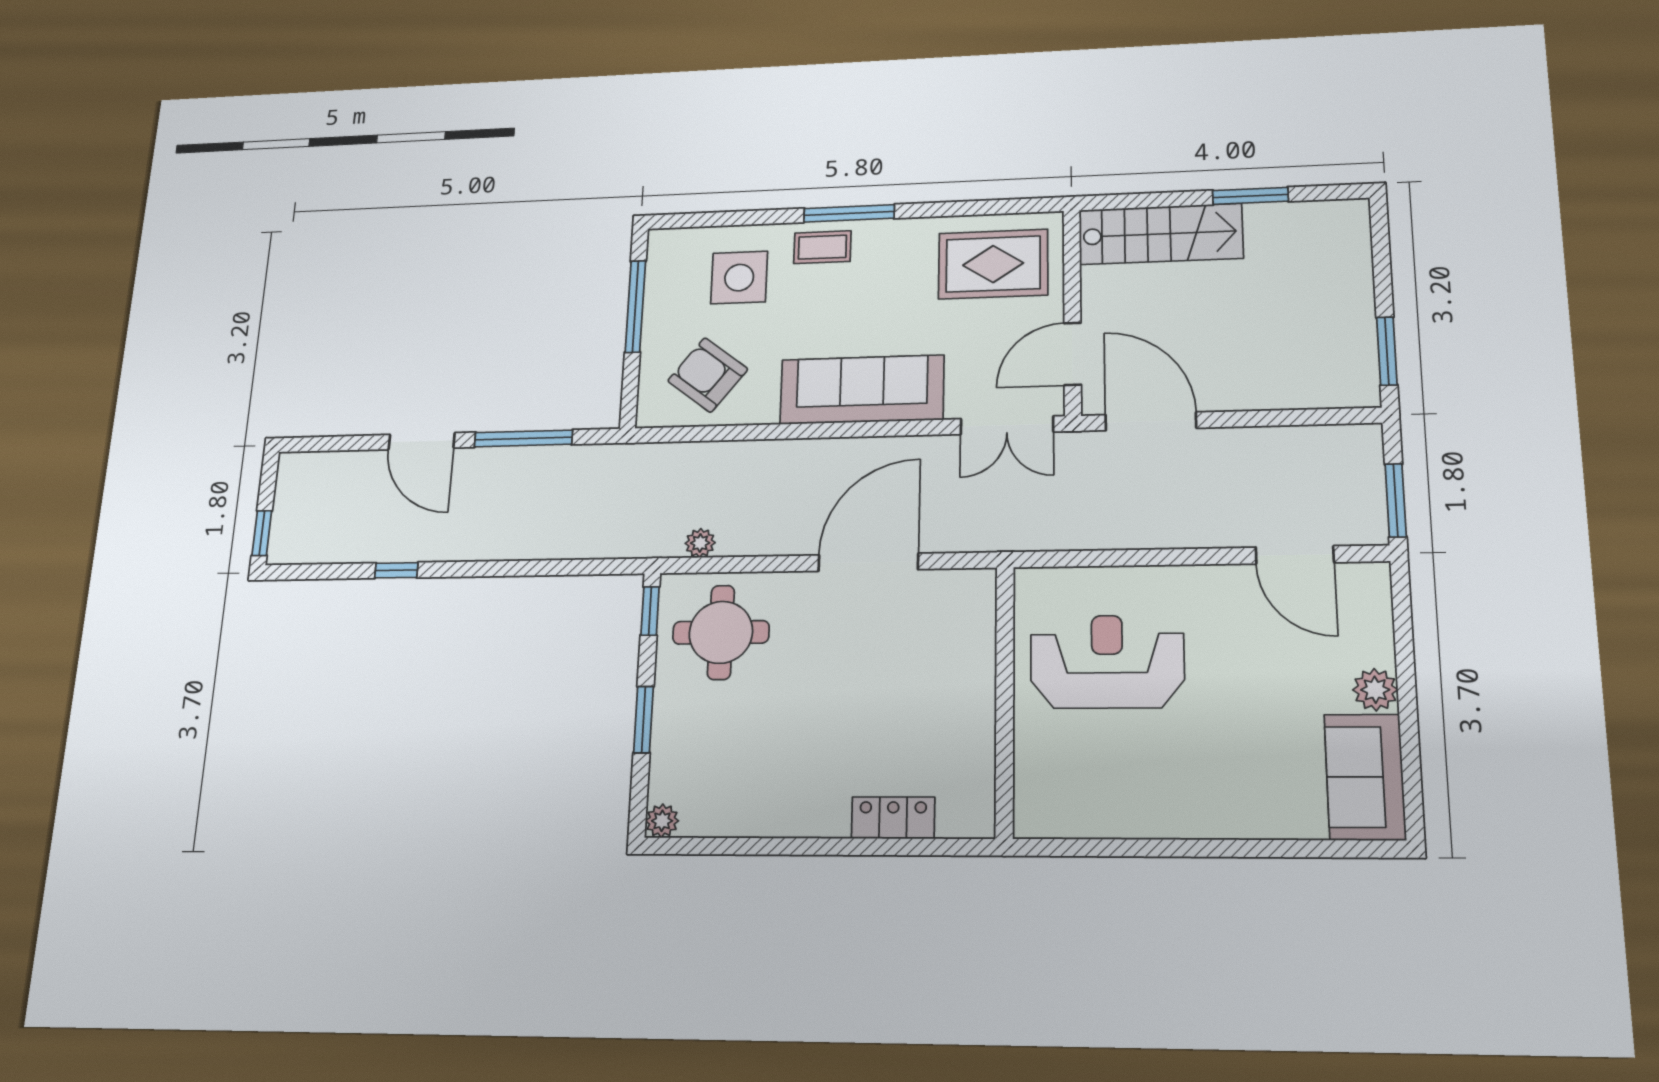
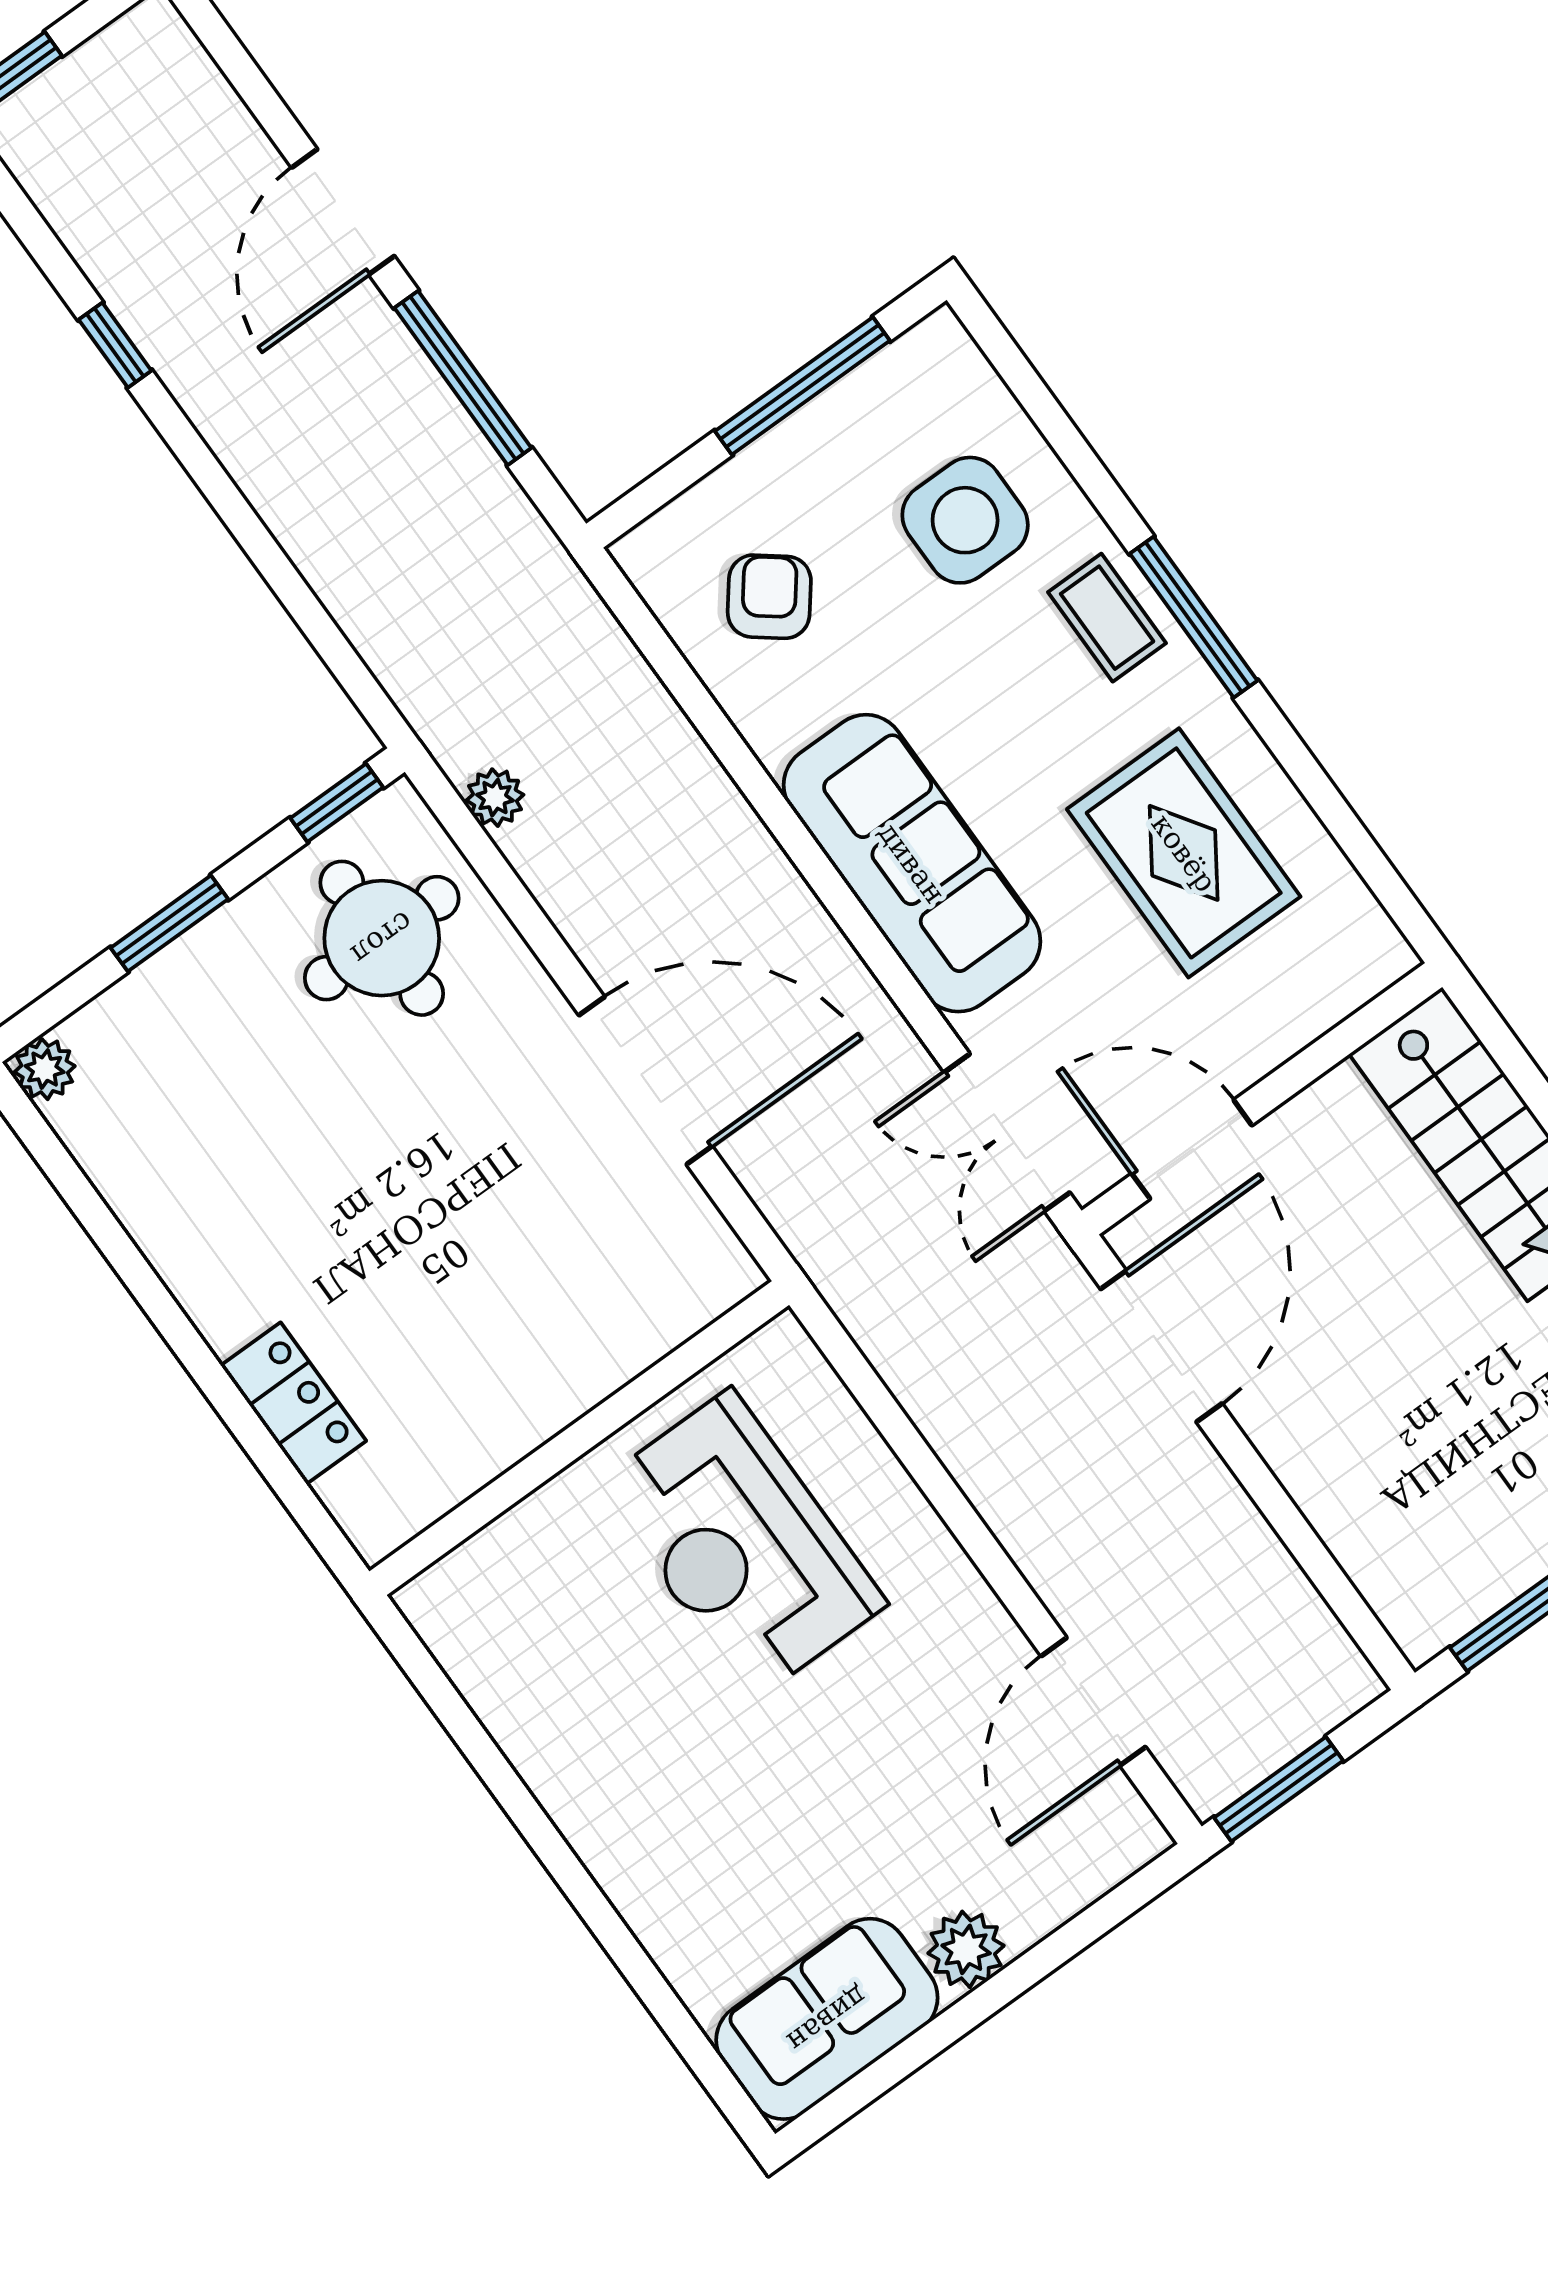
rug: (993, 264) -> (1184, 853), moved
armchair: (708, 375) -> (769, 597), width x0.72, depth x0.72
reception desk: (1107, 662) -> (742, 1544), turned 180

